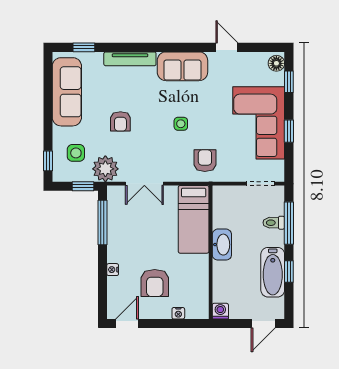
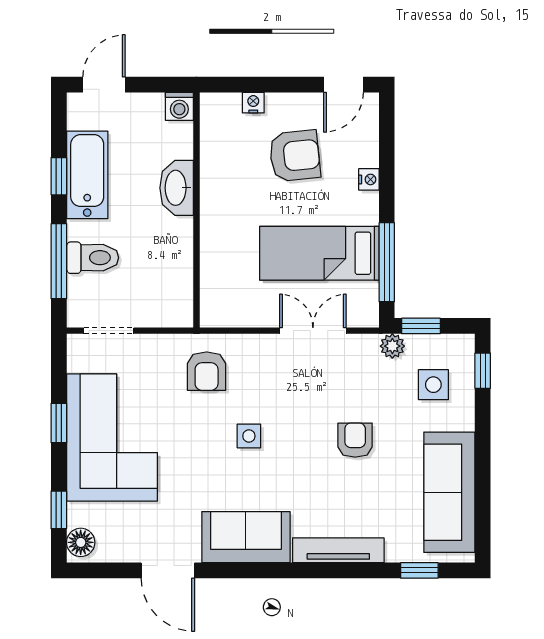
door: (227, 47) -> (168, 570), width x1.38
plant: (105, 169) -> (392, 346), width x0.53, depth x0.53
bed: (194, 219) -> (319, 253), moved, turned -90
toilet: (274, 223) -> (93, 258), width x1.37, depth x1.39
washbasin: (222, 245) -> (177, 188), moved
armchair: (155, 283) -> (295, 156), turned 84

